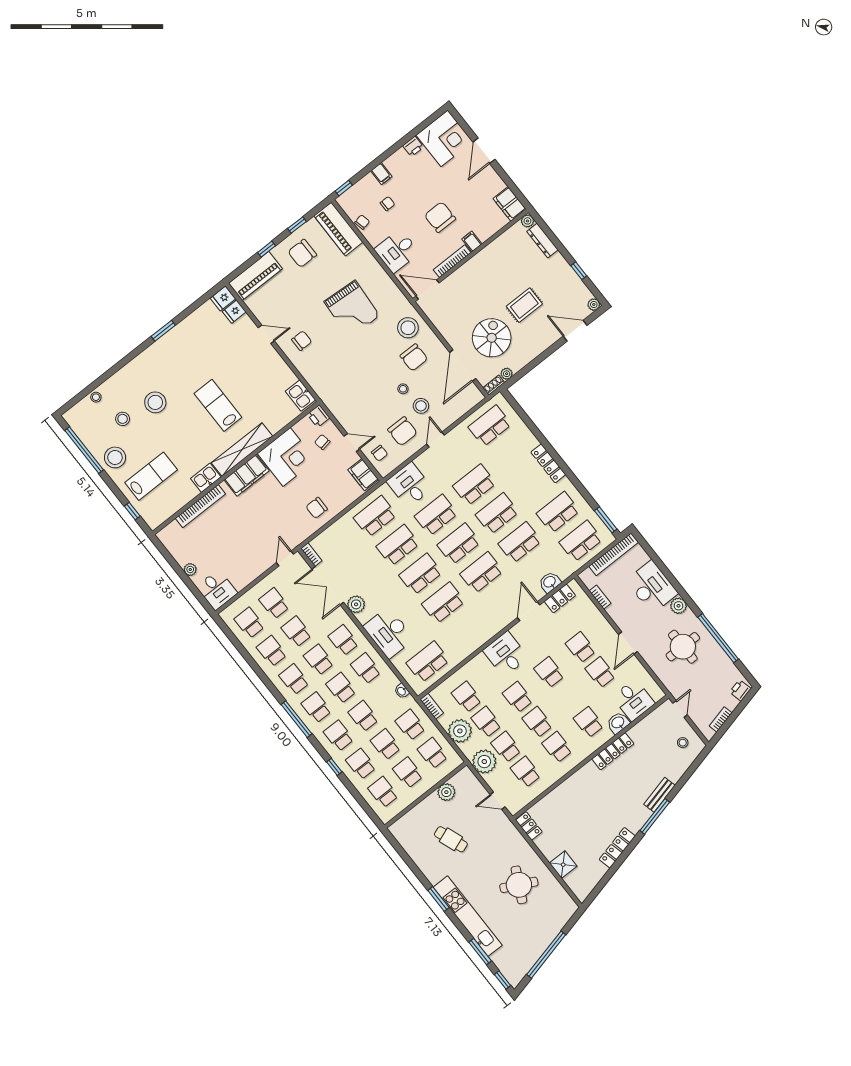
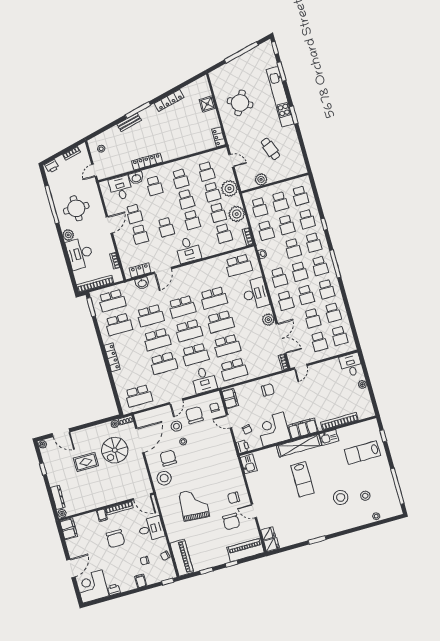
chair: (302, 253) -> (231, 521), moved, turned 90
stool: (115, 457) -> (380, 474), removed

